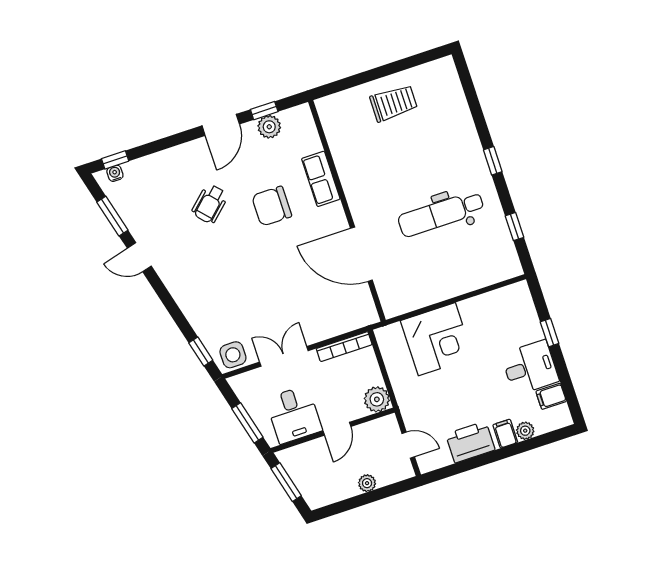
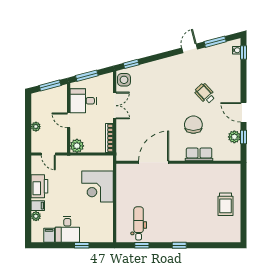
dental chair: (441, 214) -> (139, 223), moved, width x0.73, depth x0.72
door: (408, 445) -> (48, 154), hinge flipped

